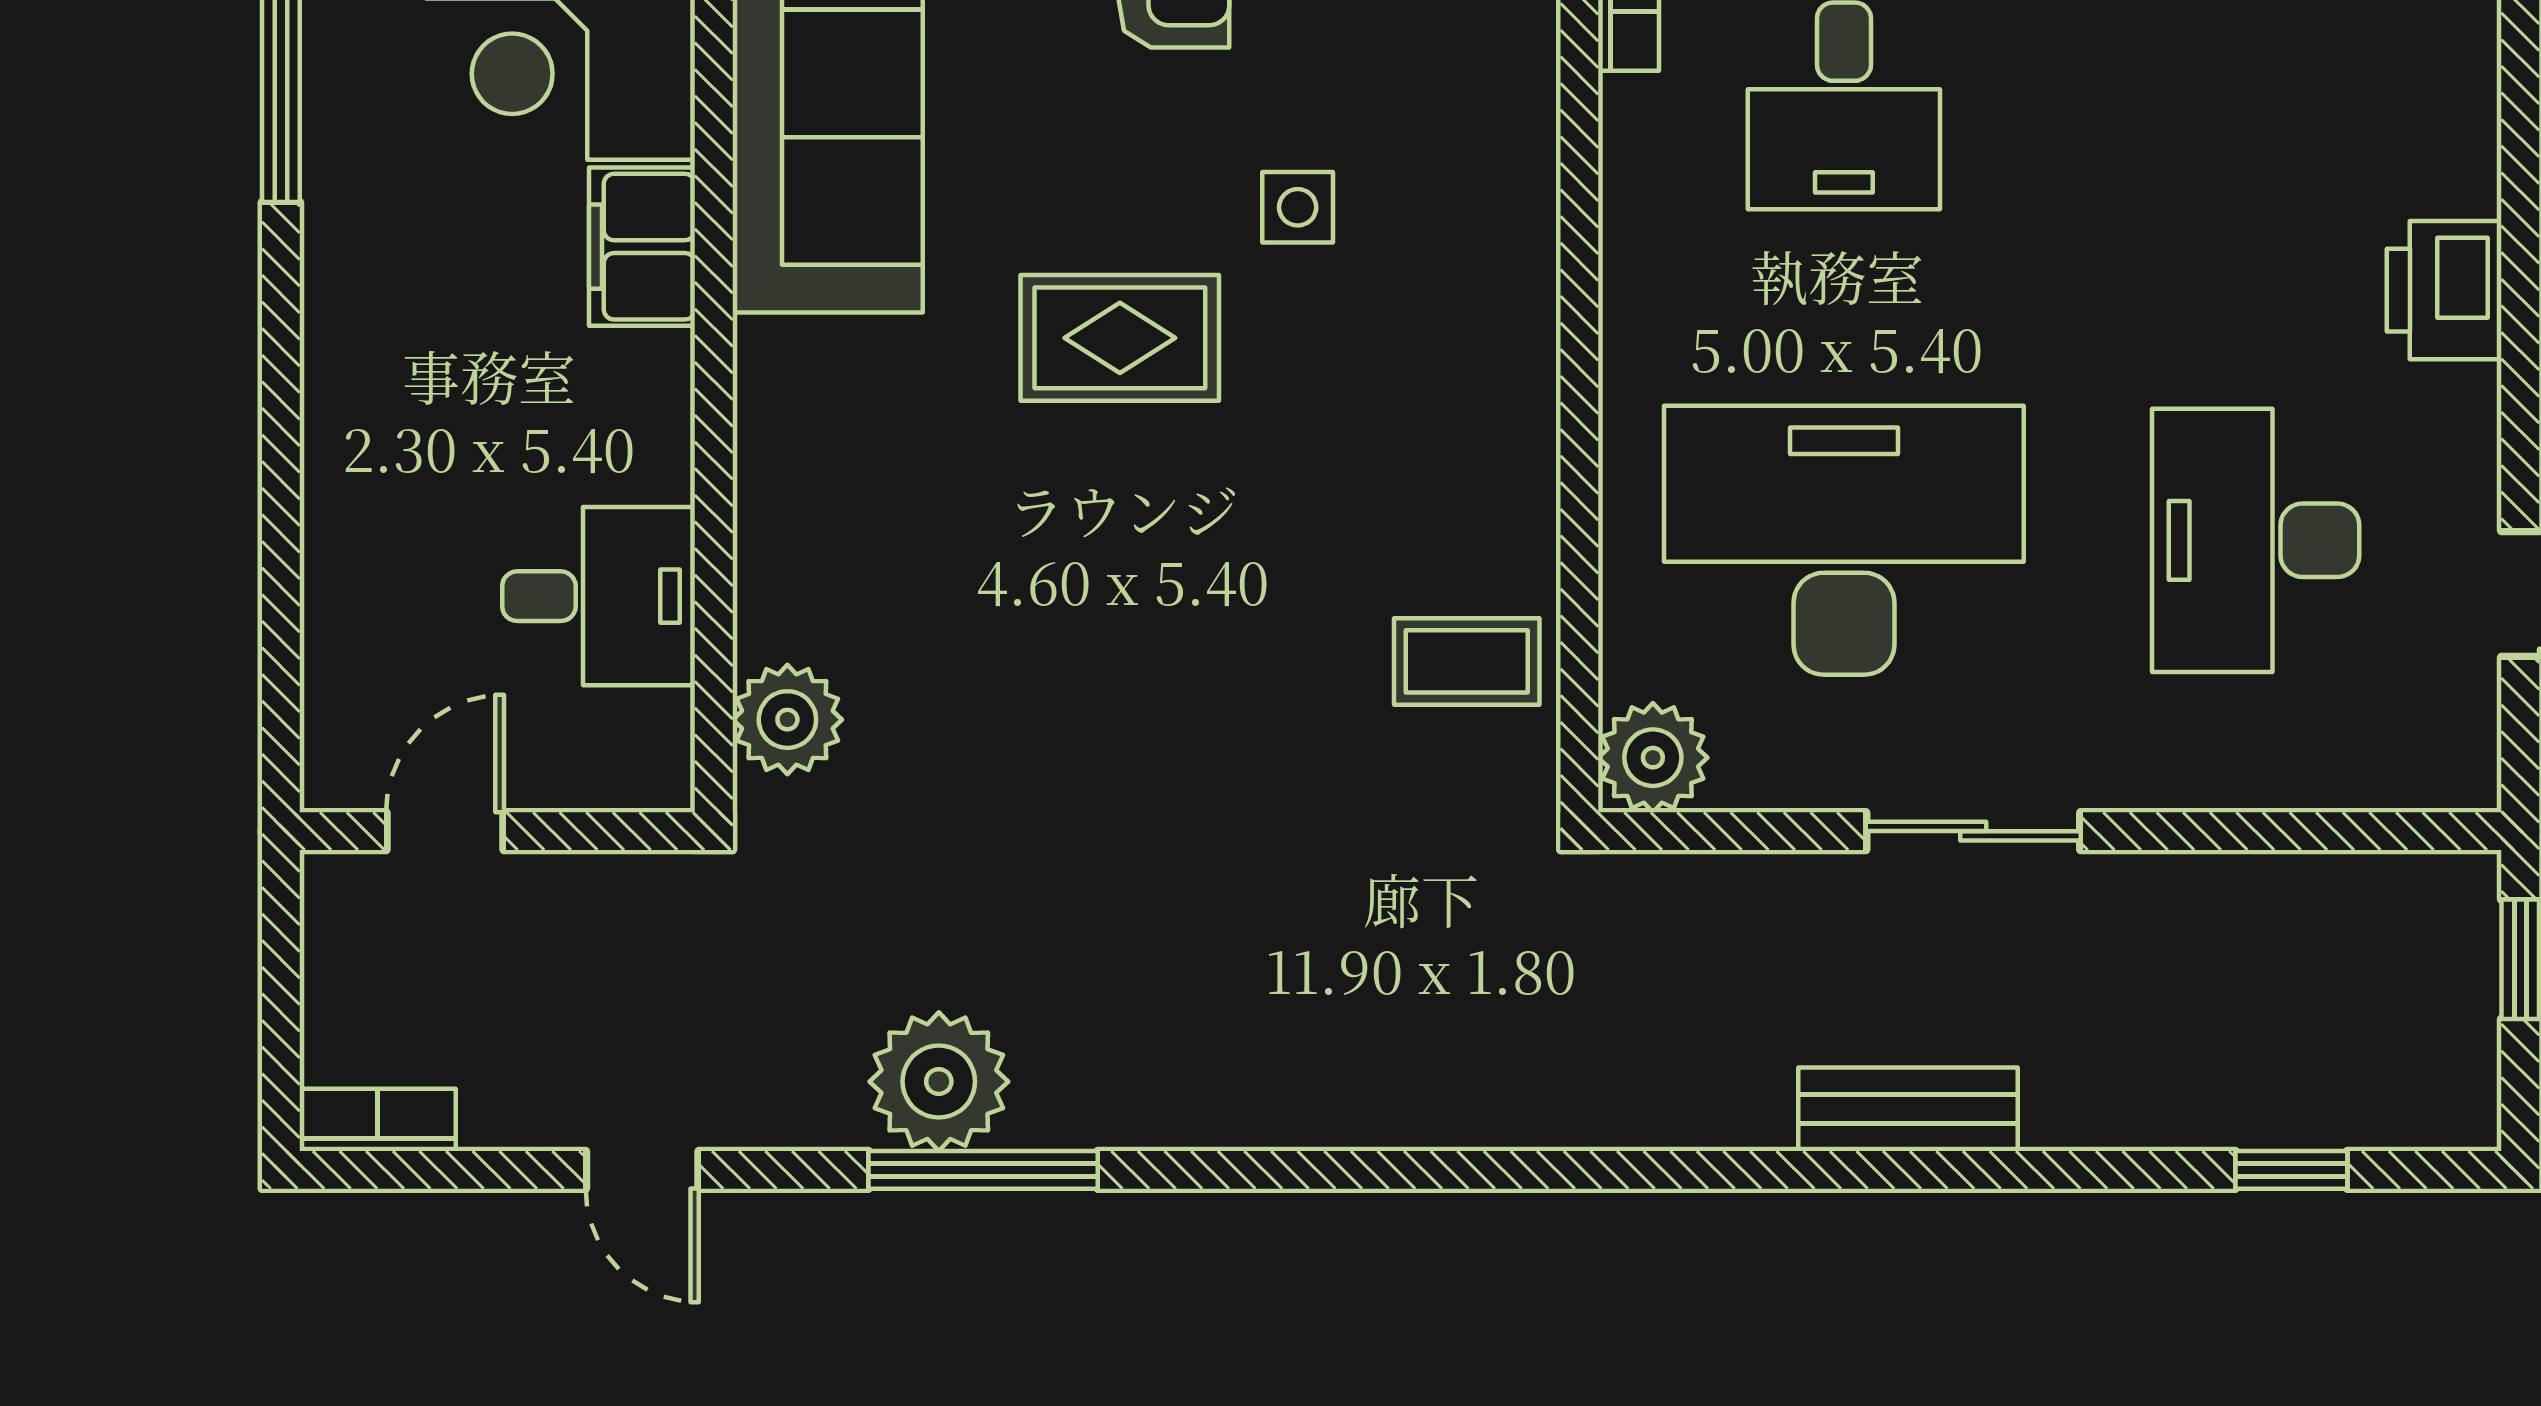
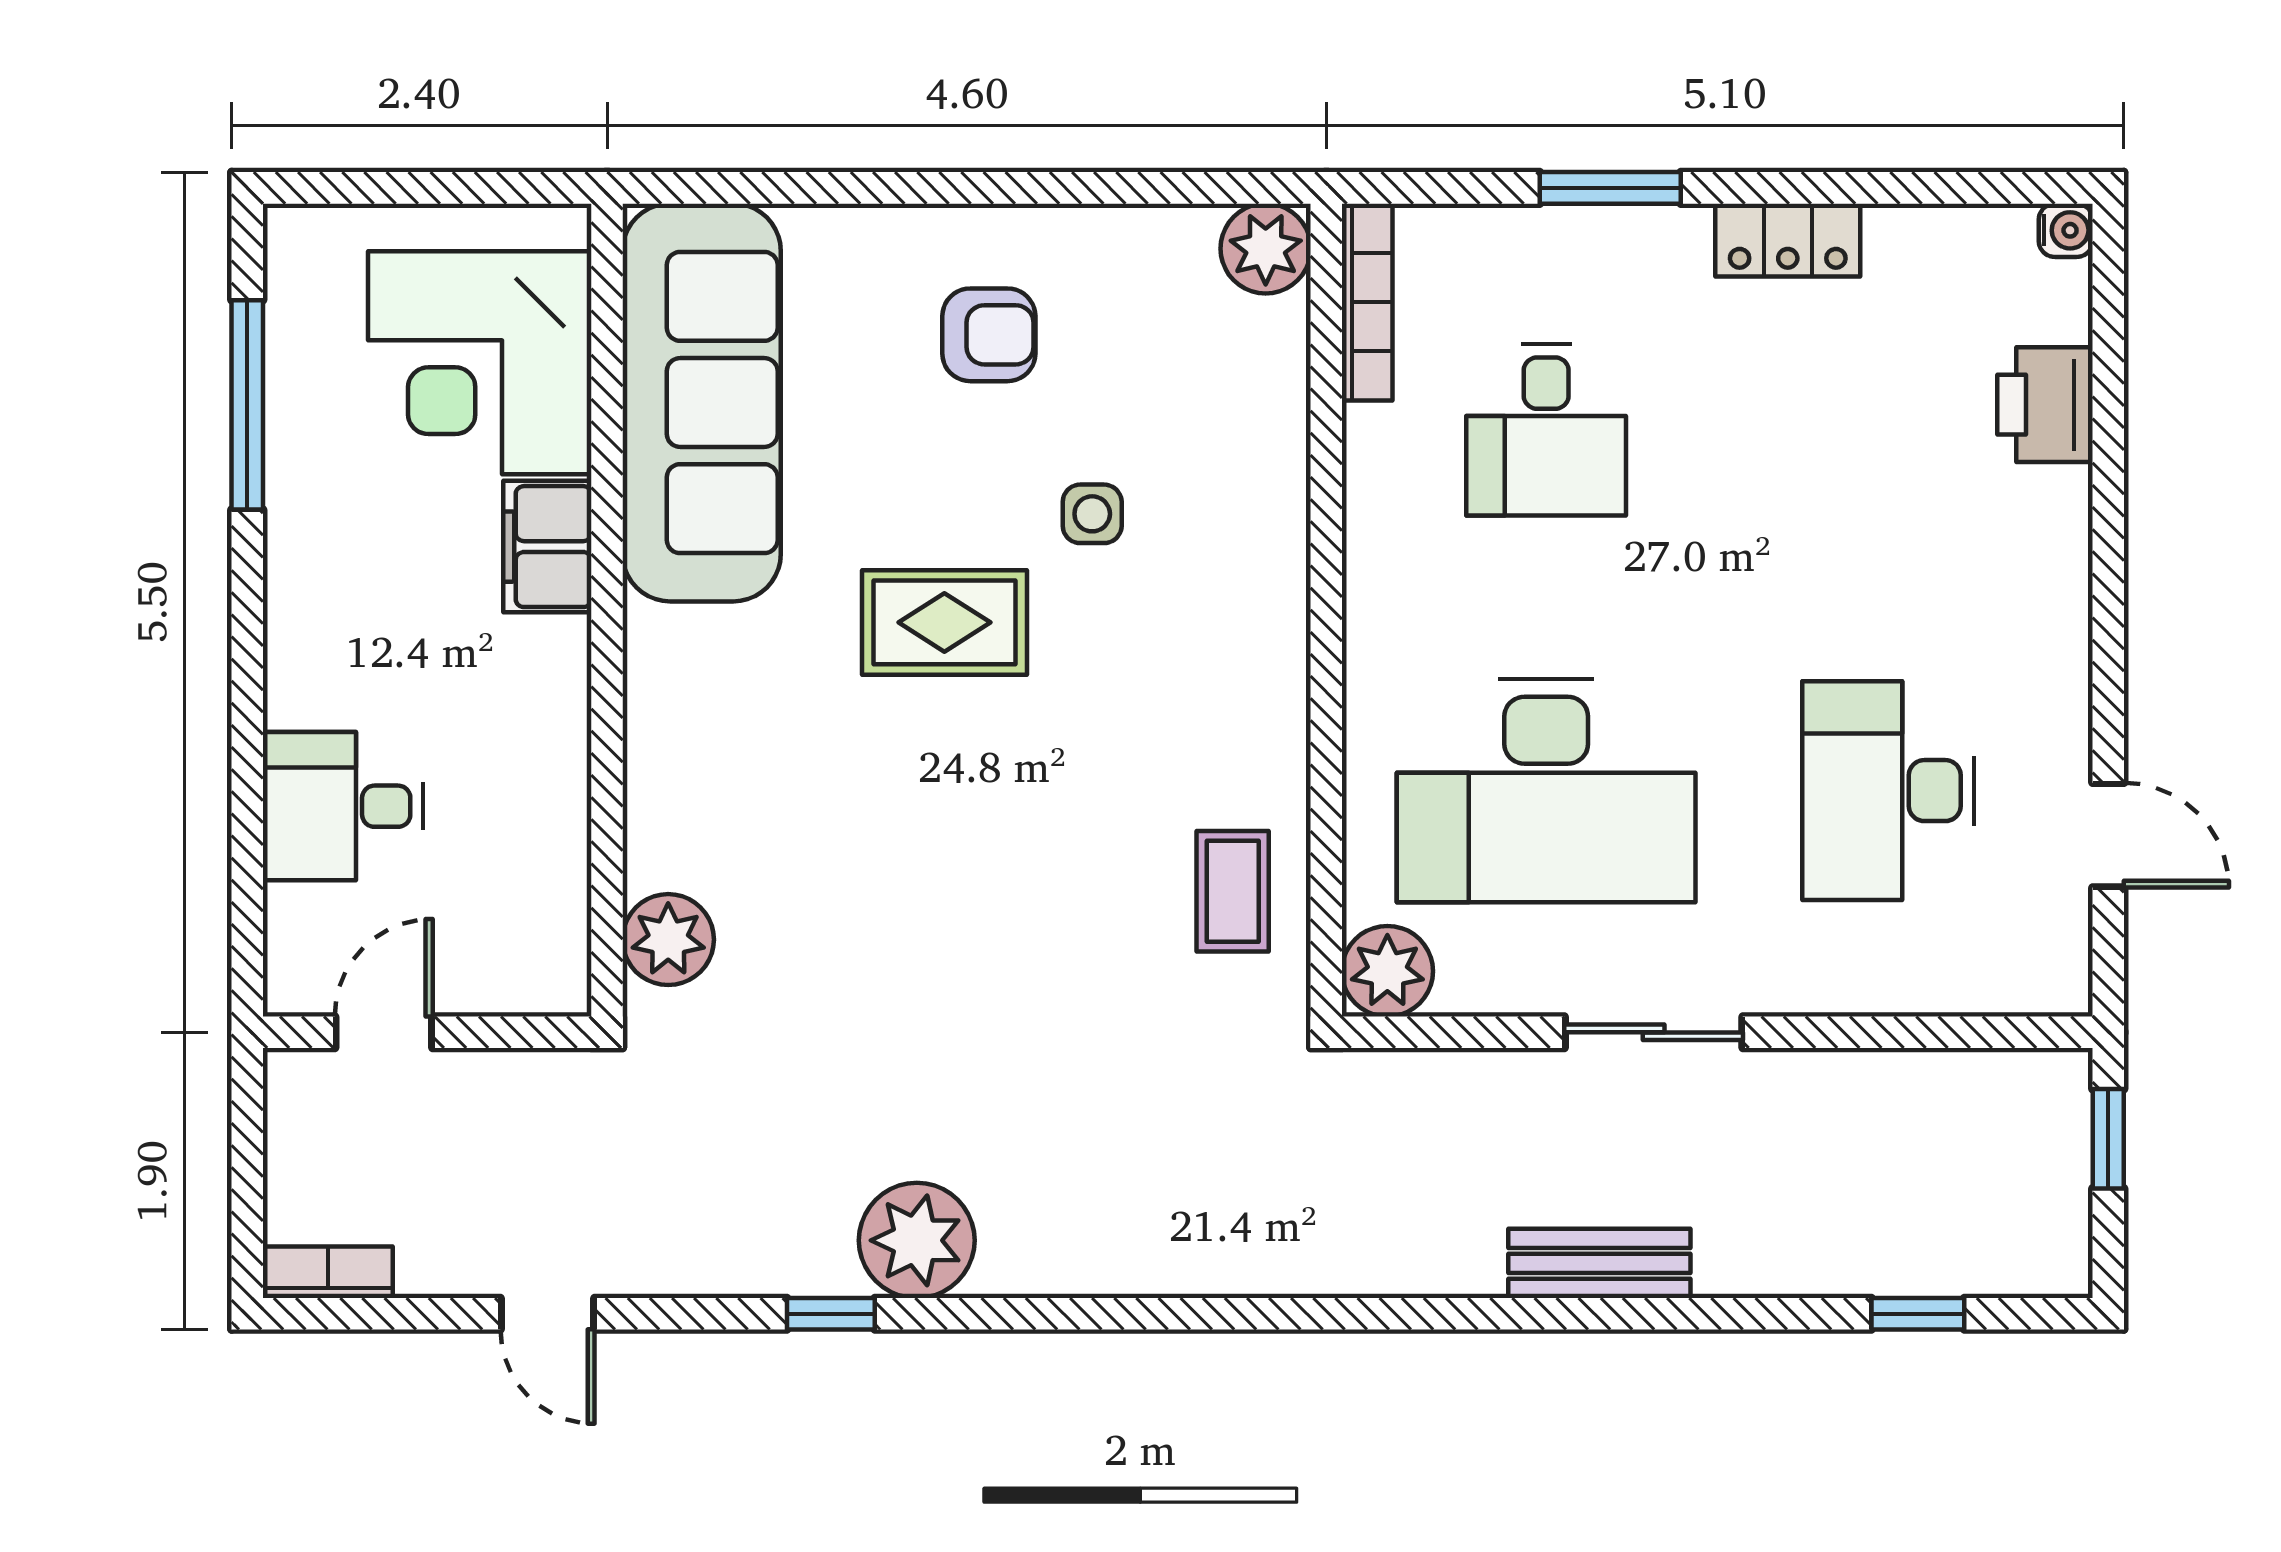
printer: (2444, 290) -> (2045, 405), moved
desk: (1844, 540) -> (1546, 791), turned 180
desk: (599, 596) -> (343, 806), moved, turned 180
coffee table: (1467, 661) -> (1233, 891), turned 90
plant: (939, 1082) -> (917, 1240), moved
window: (983, 1170) -> (831, 1314), width x0.46

